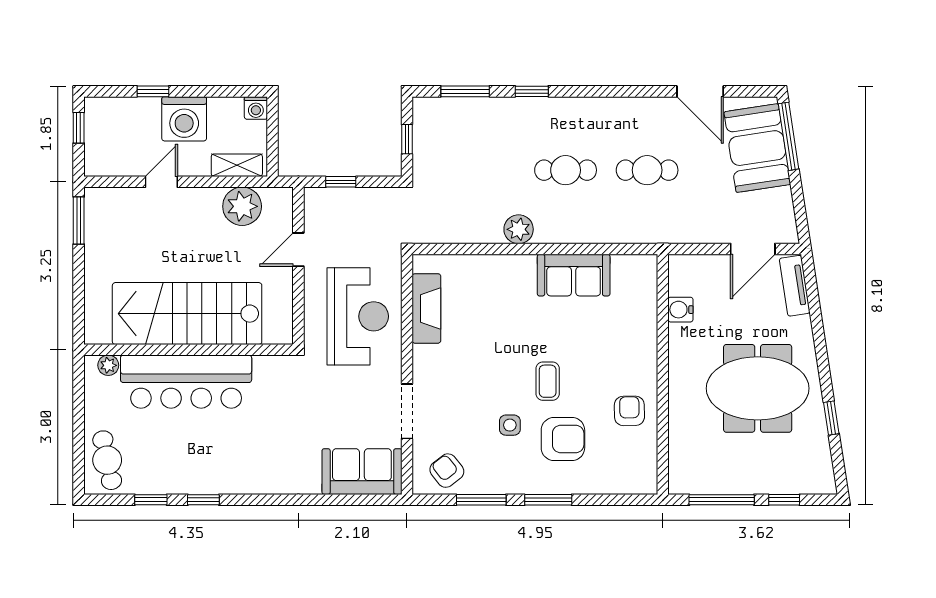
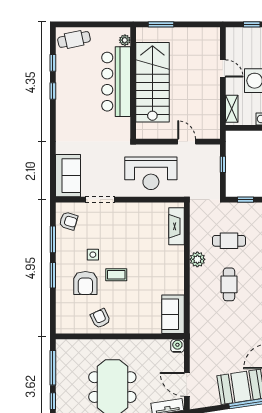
cafe table: (647, 170) -> (229, 241), moved, turned 90
plant: (242, 206) -> (210, 112), removed
window: (79, 221) -> (161, 24), moved
sofa: (574, 275) -> (173, 314), moved
fireplace: (426, 308) -> (176, 226), moved, turned 90
water cooler: (680, 310) -> (177, 346), moved
armchair: (629, 411) -> (100, 319), turned -114
armchair: (447, 471) -> (69, 221), turned 55

